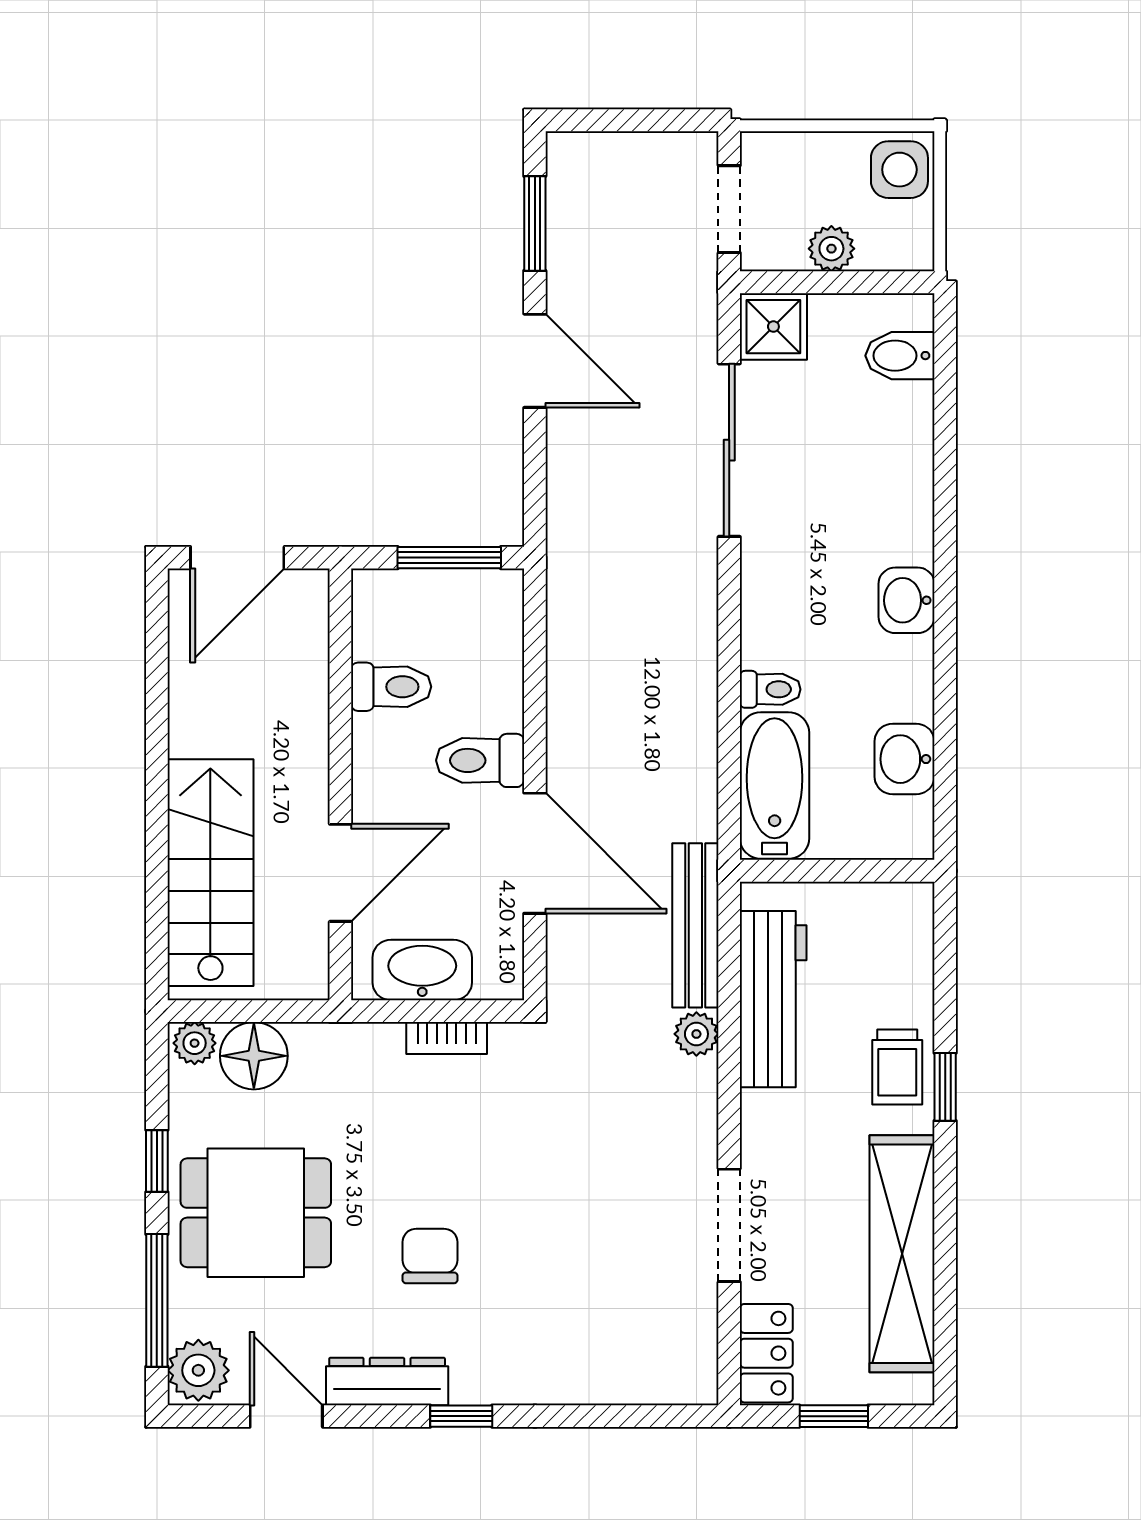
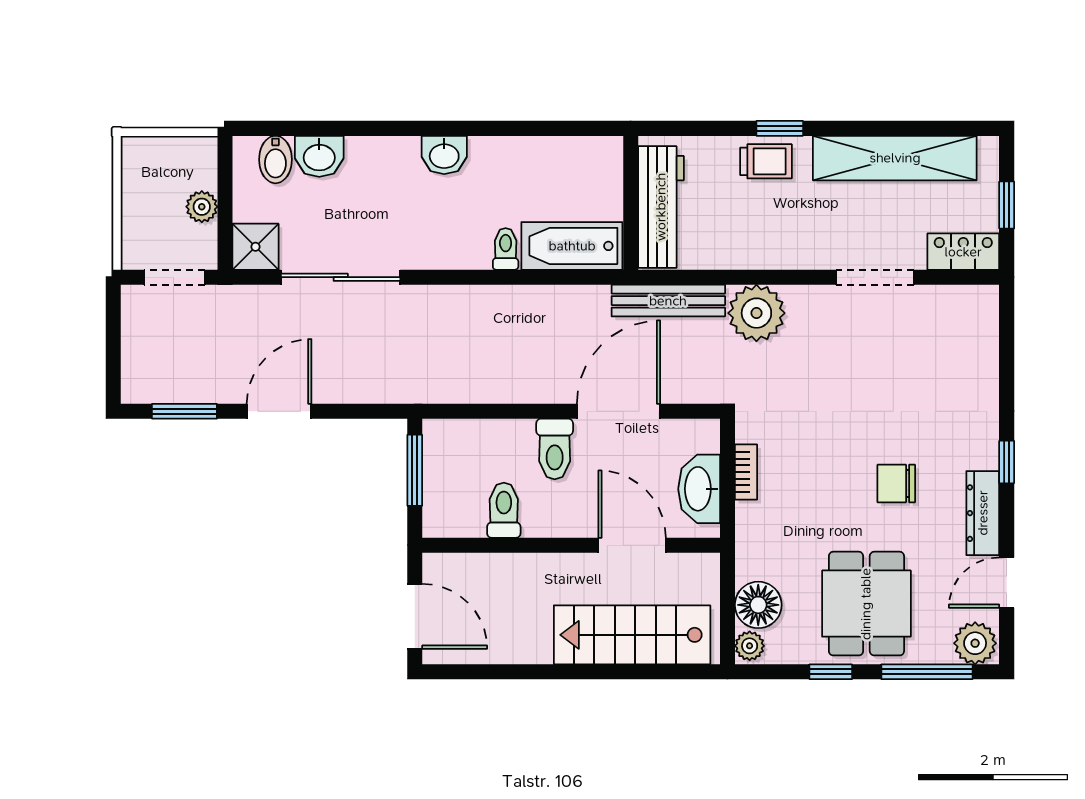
side table: (899, 170) -> (147, 160), removed
washbasin: (904, 759) -> (319, 156), moved
workbench: (773, 999) -> (661, 207), moved, turned 90
plant: (696, 1034) -> (756, 313), width x1.88, depth x1.88

